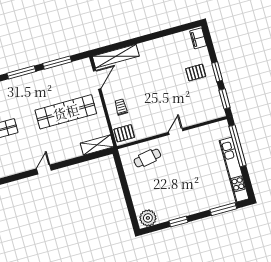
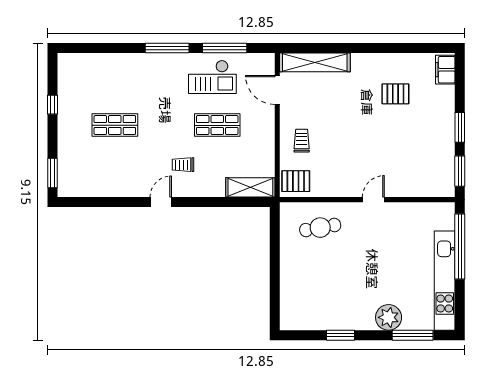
pallet: (196, 72) -> (395, 94), moved
door: (97, 80) -> (277, 90), swing flipped
checkout: (55, 83) -> (212, 77), added
shop shelf: (66, 112) -> (217, 125), width x0.50, depth x0.74
trolley: (51, 142) -> (183, 165), added
plant: (148, 218) -> (389, 317), moved

